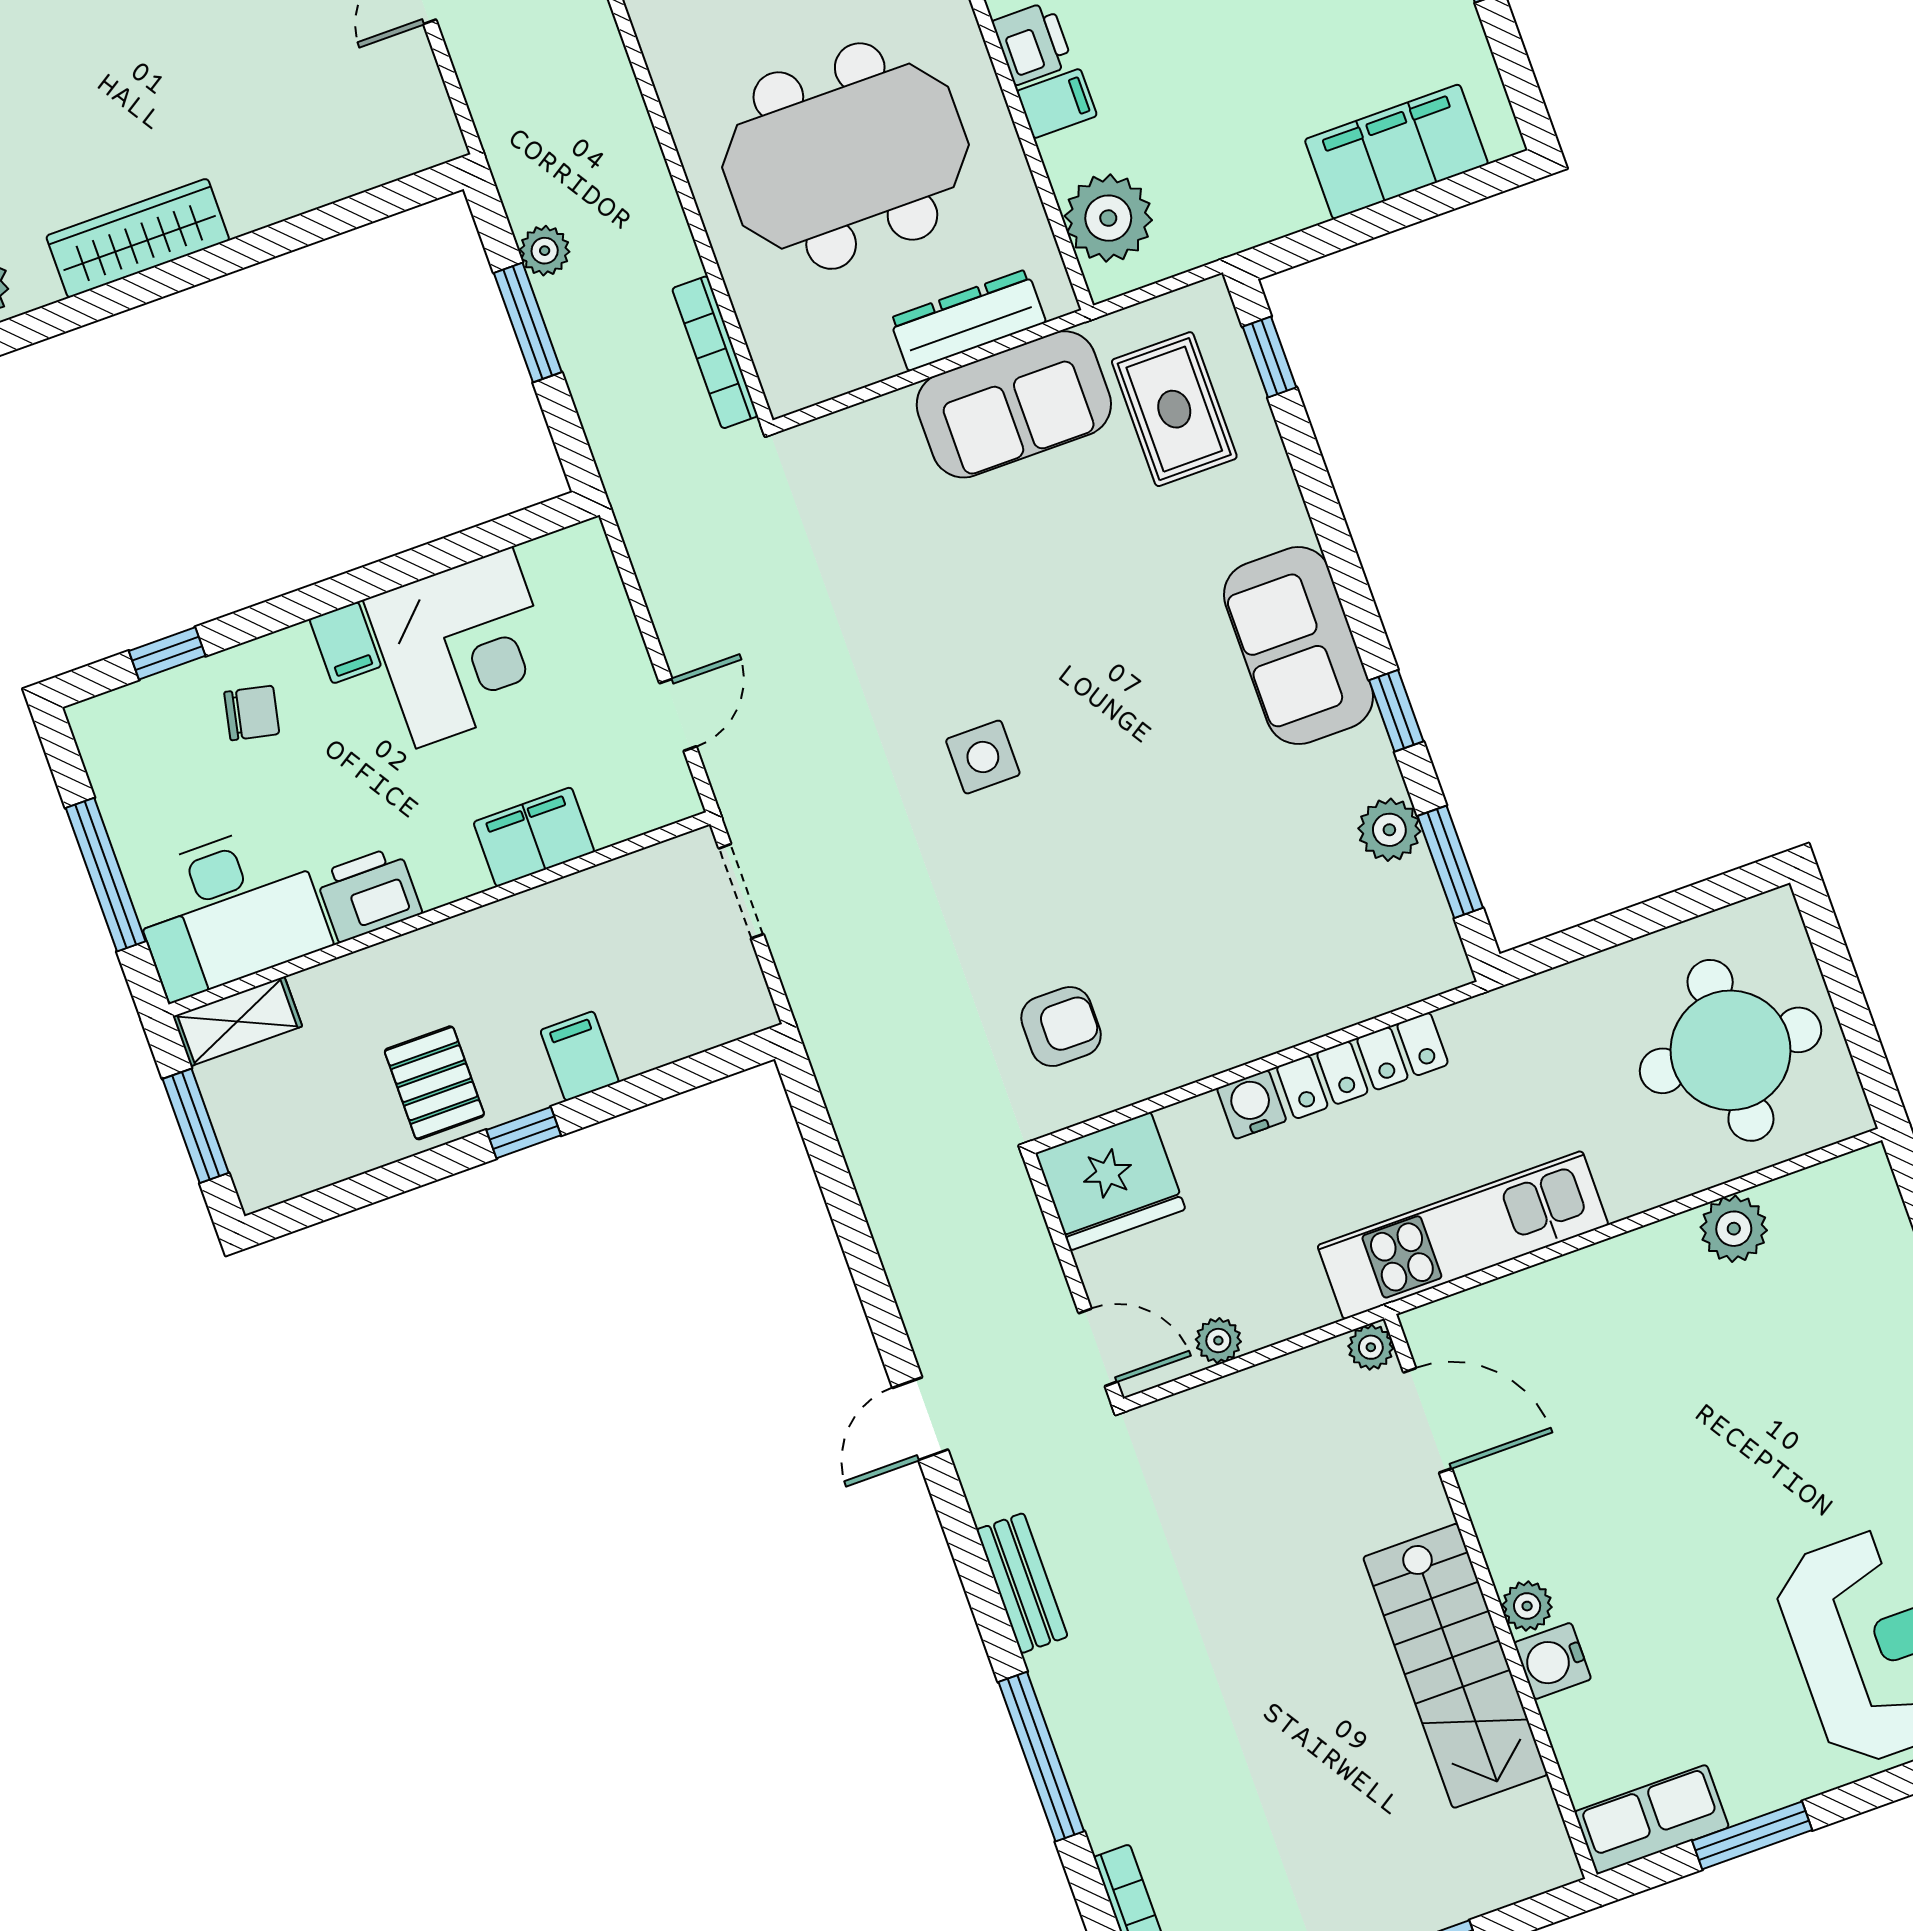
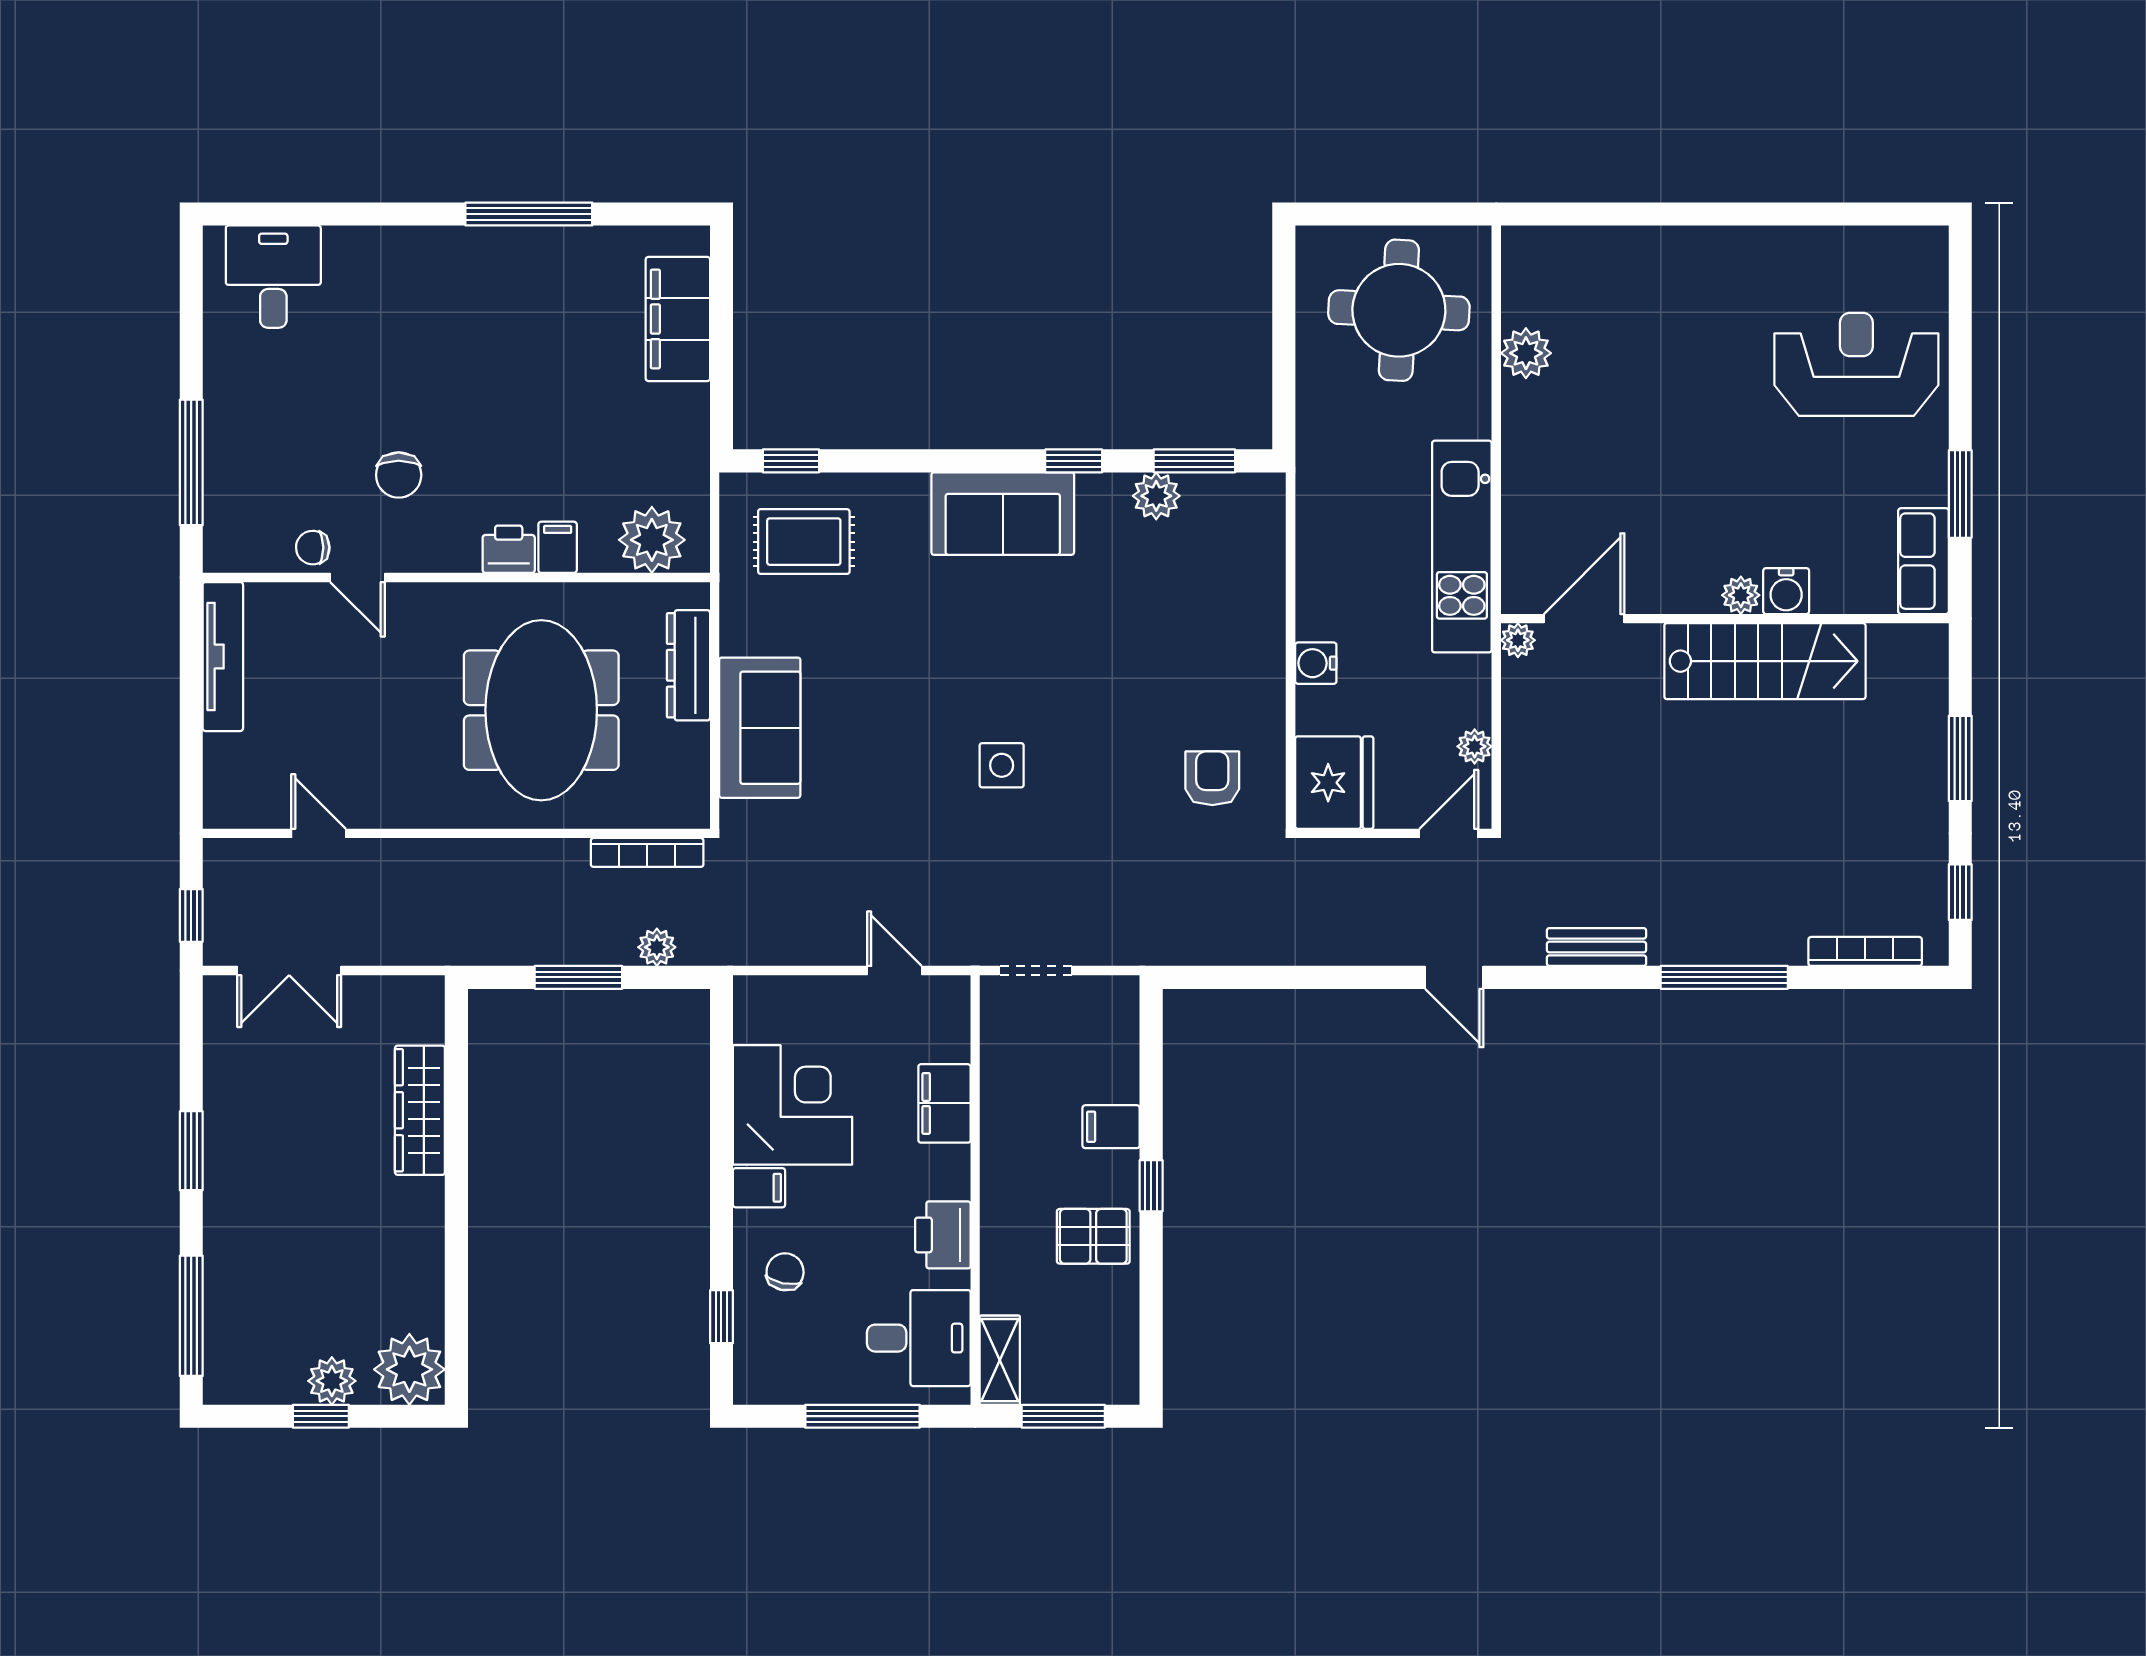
wardrobe: (138, 238) -> (420, 1110), moved
plant: (545, 251) -> (657, 947), moved
sofa: (1014, 404) -> (760, 728), moved
desk: (229, 910) -> (919, 1338), width x0.73
locker: (1362, 1066) -> (1316, 575), removed

